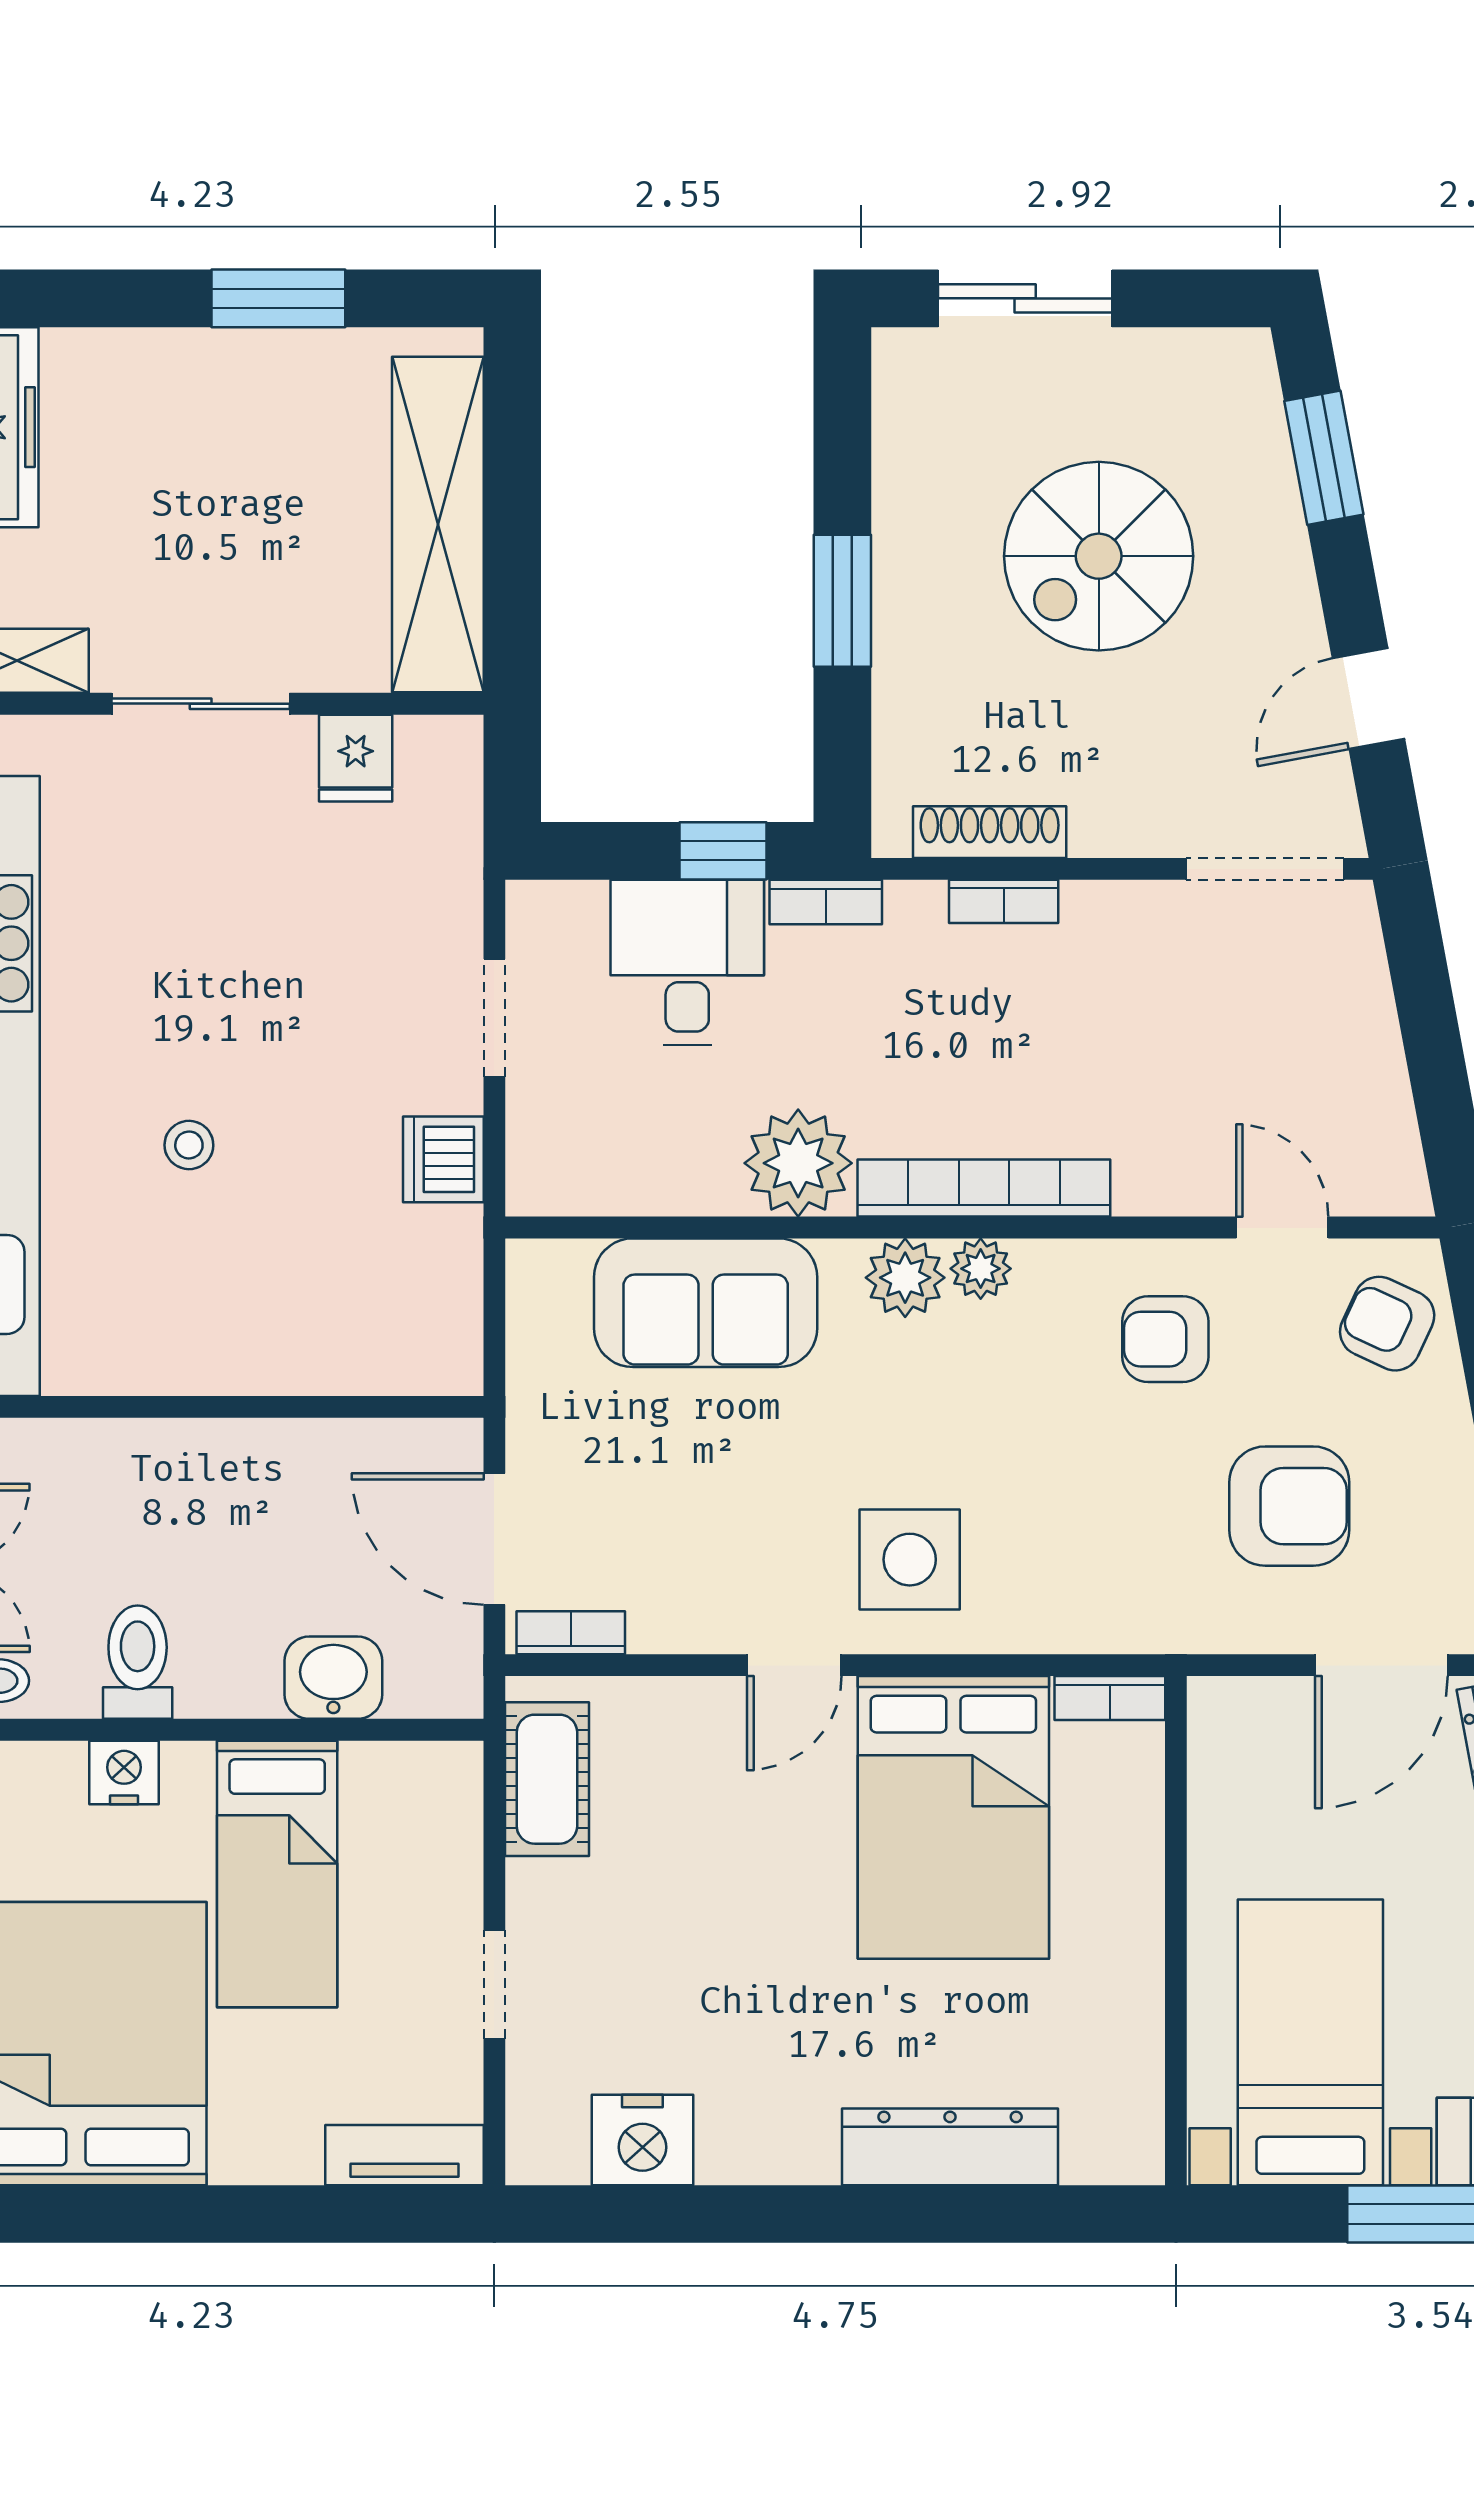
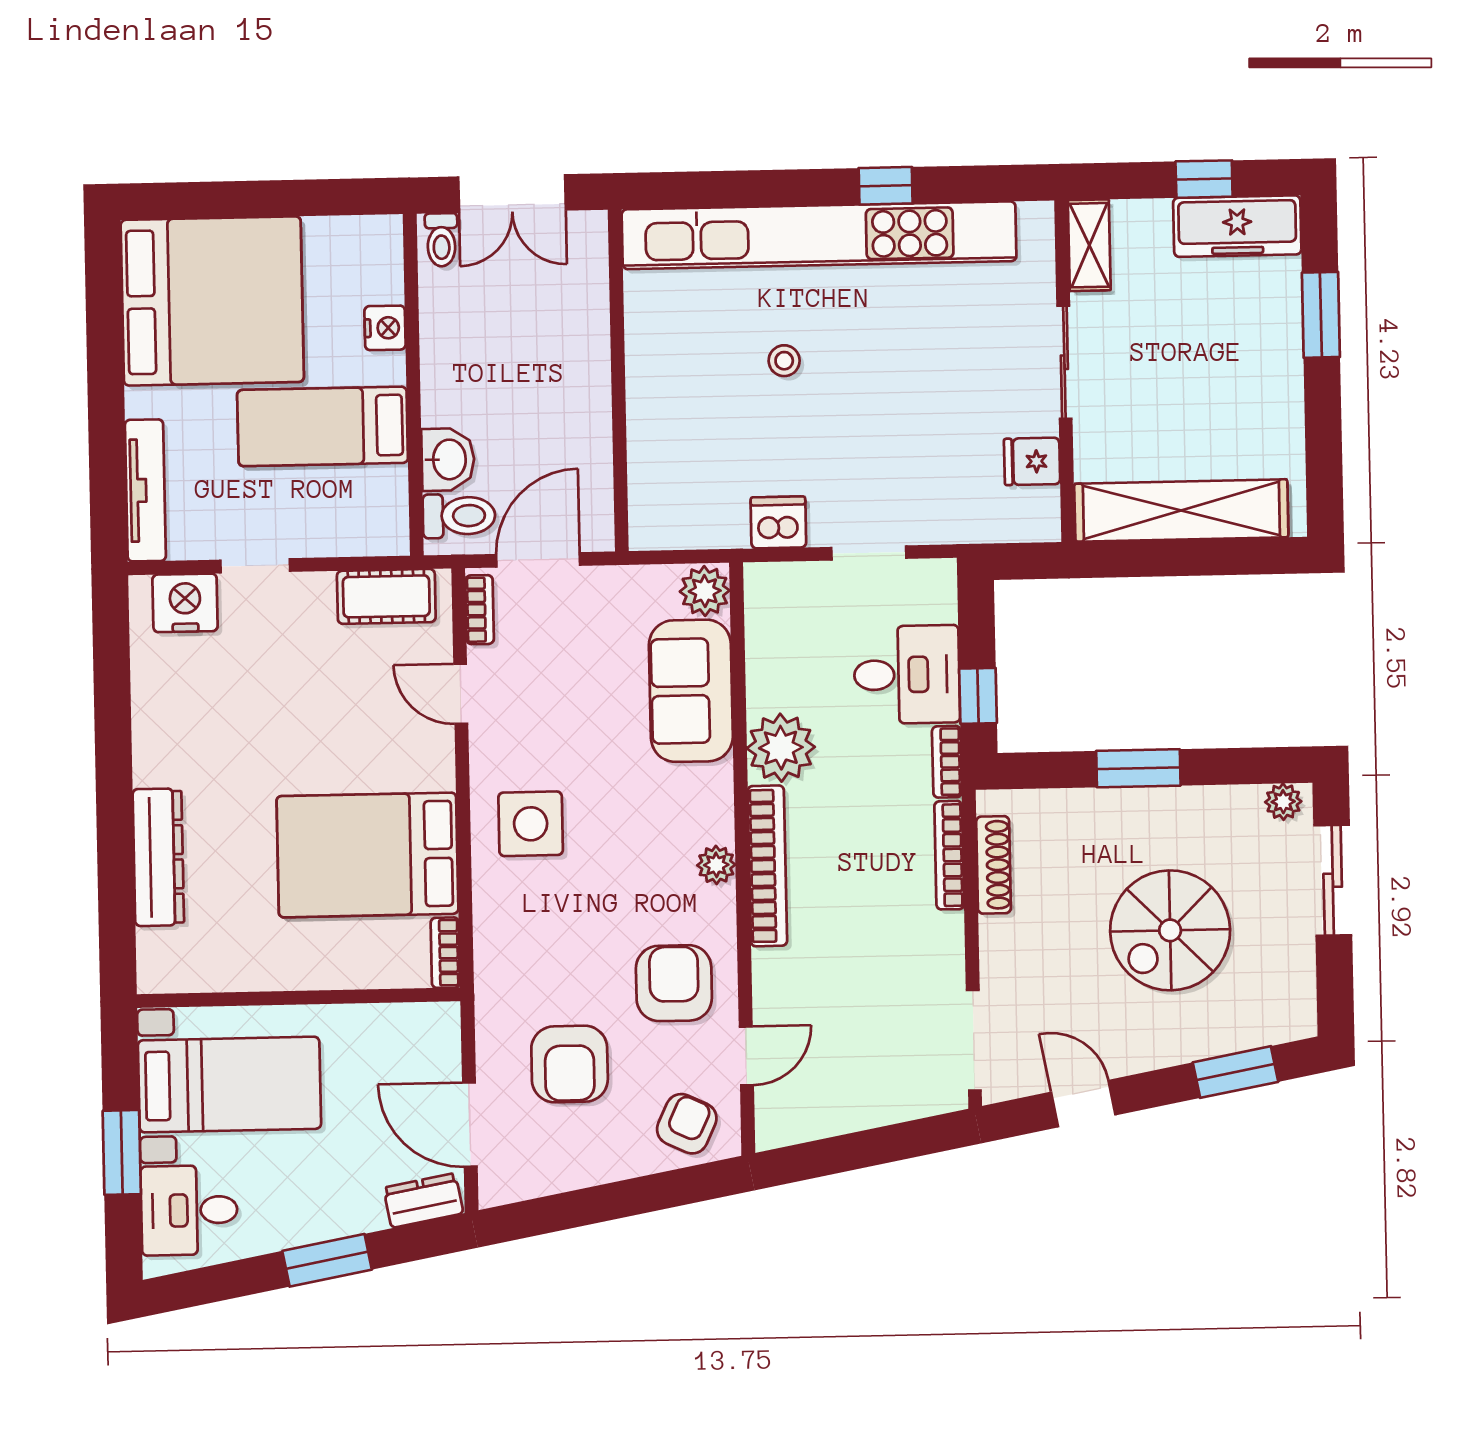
window: (278, 298) -> (1321, 315), moved
plant: (900, 374) -> (1283, 802), added
spiral stairs: (1099, 556) -> (1170, 930), turned -90
bookcase: (1004, 901) -> (949, 855), width x1.56
plant: (905, 1278) -> (705, 591), moved
armchair: (1165, 1339) -> (674, 983), width x1.38, depth x1.38
toilet: (138, 1662) -> (459, 516), moved
door: (794, 1665) -> (461, 694), moved
nightstand: (642, 2140) -> (185, 603), moved, turned 90
tv unit: (404, 2155) -> (145, 490), width x1.41

